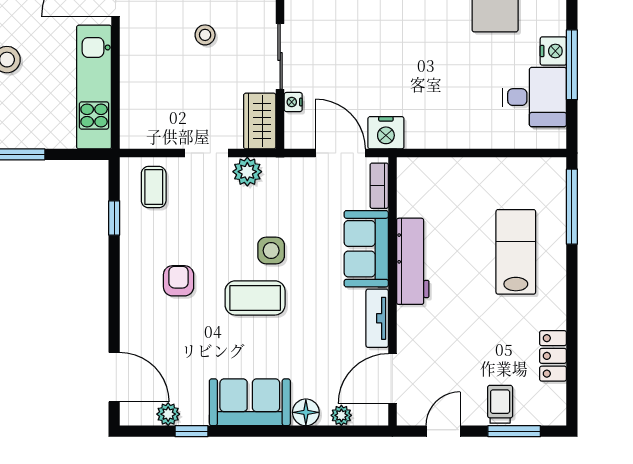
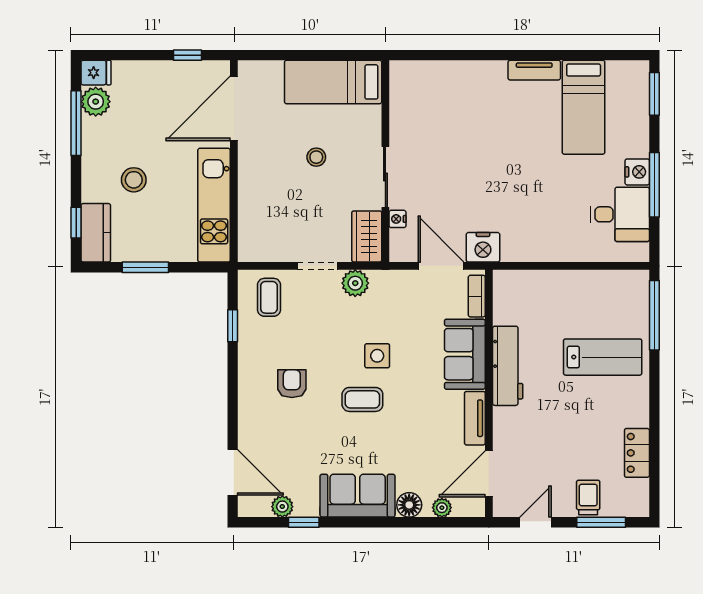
lab bench: (516, 252) -> (603, 357), turned 90
coffee table: (255, 298) -> (362, 399), width x0.73, depth x0.77

